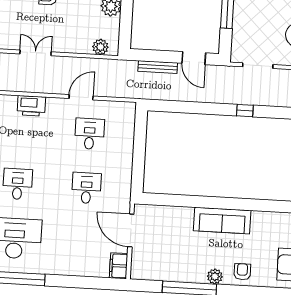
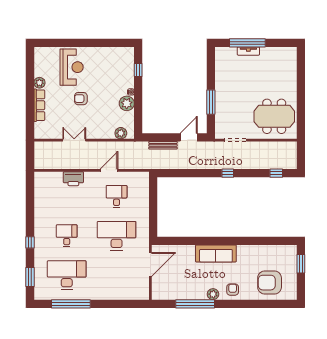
door: (194, 58) -> (189, 137), swing flipped
desk: (86, 188) -> (117, 236), width x1.87, depth x1.30
door: (131, 231) -> (150, 265), swing flipped
filing cabinet: (119, 266) -> (143, 290), removed

